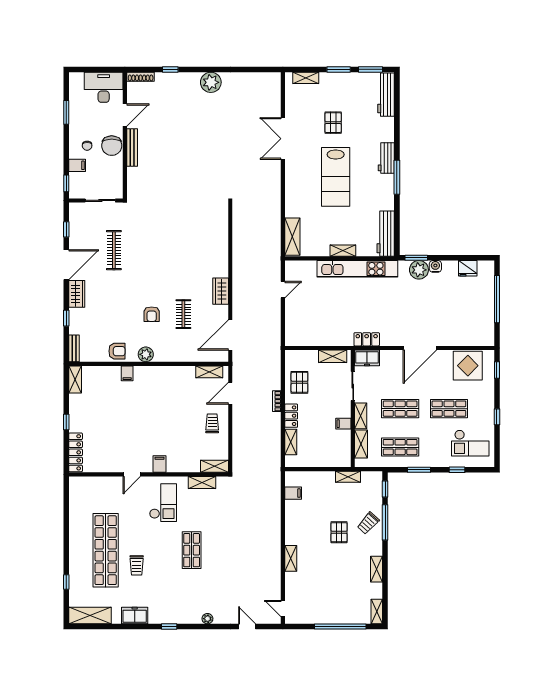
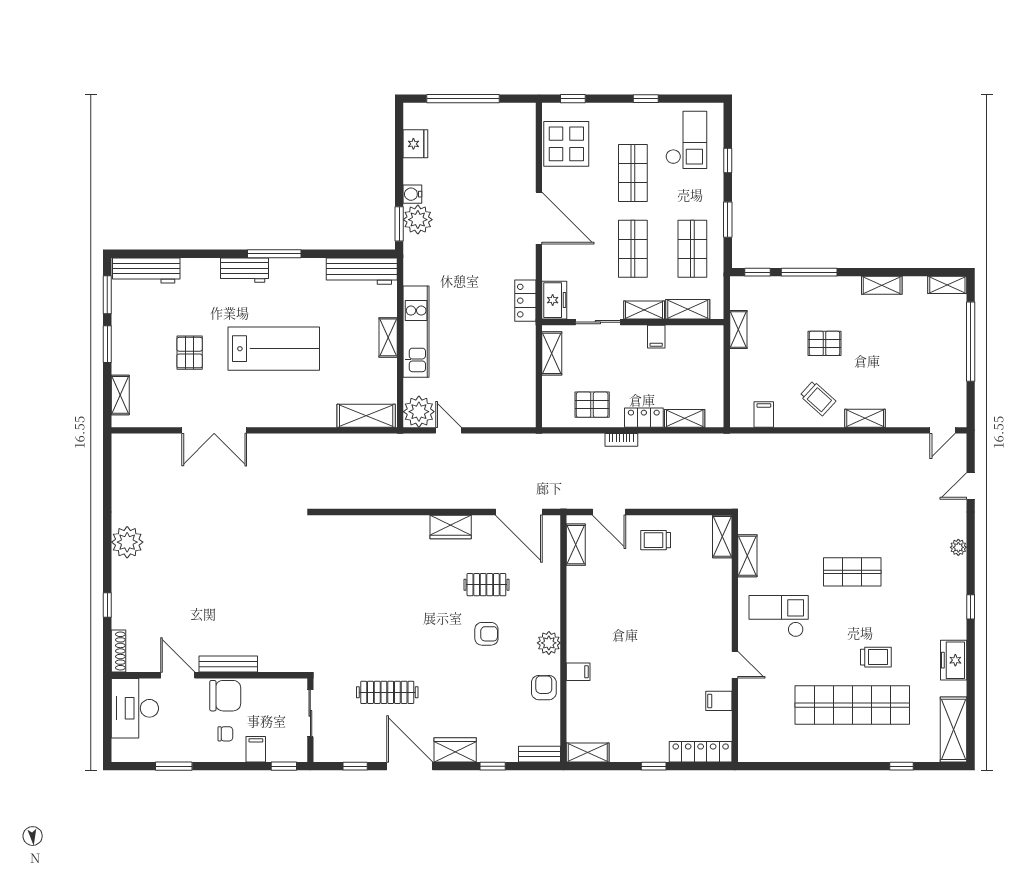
pallet: (333, 123) -> (190, 353), turned 90
kitchen unit: (357, 269) -> (416, 332), width x0.73
plant: (295, 271) -> (419, 412), added
filing cabinet: (159, 464) -> (719, 701), moved
trolley: (368, 523) -> (818, 398), moved

